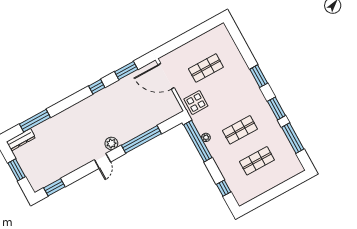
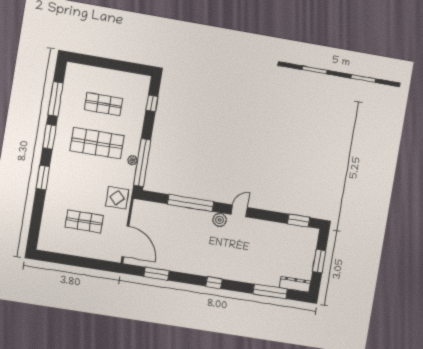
window: (97, 87) -> (214, 283), moved
shop shelf: (240, 130) -> (97, 143), width x1.43, depth x1.36

